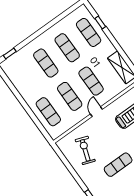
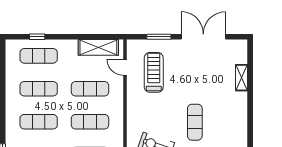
door: (96, 112) -> (125, 67), moved

